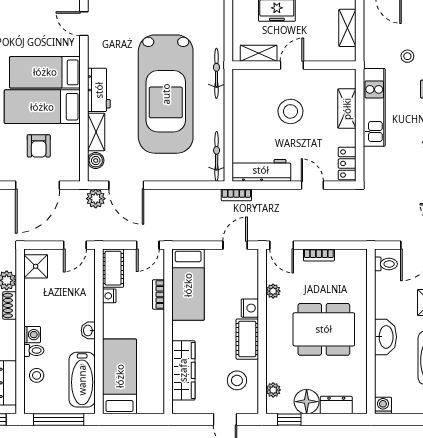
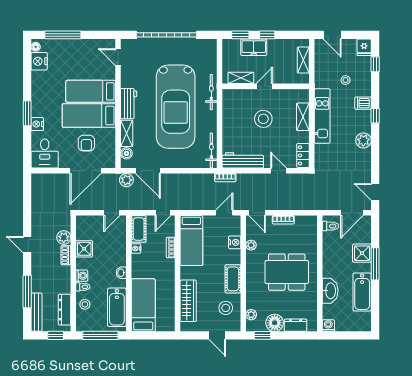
shower: (36, 266) -> (84, 249), moved
nightstand: (250, 308) -> (235, 242), moved
washbasin: (385, 337) -> (330, 291), moved

